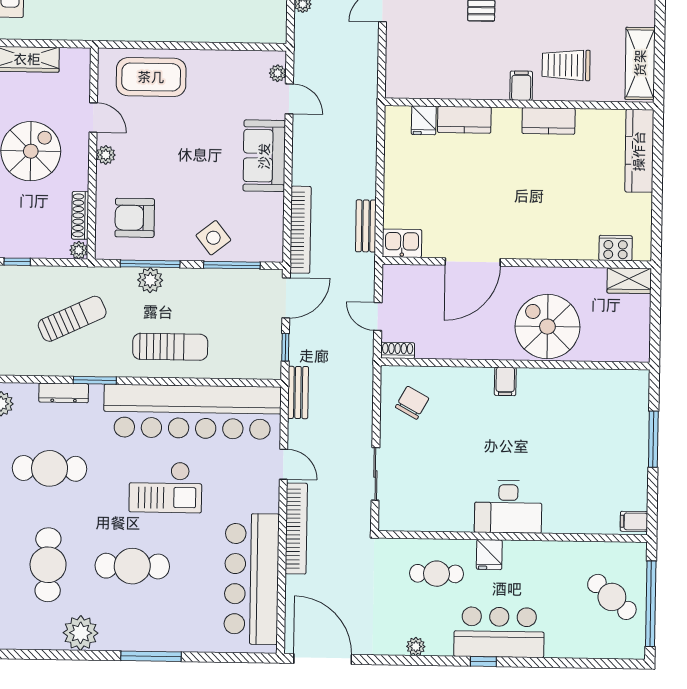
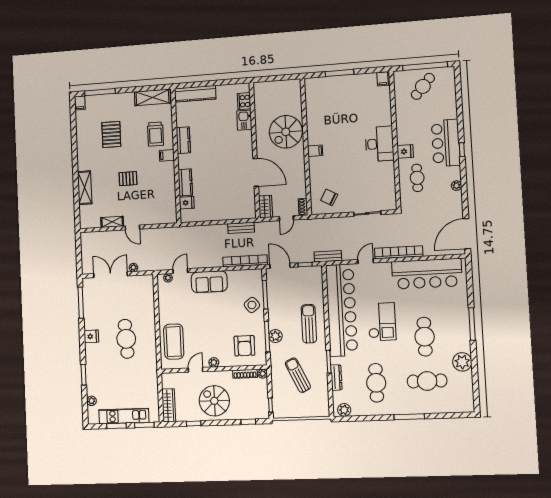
kitchen sink: (402, 243) -> (244, 120), moved
wardrobe: (629, 281) -> (266, 207), moved

